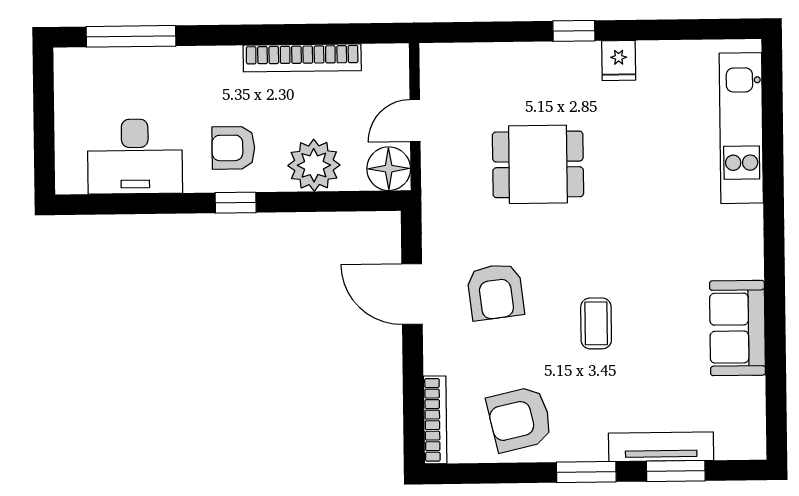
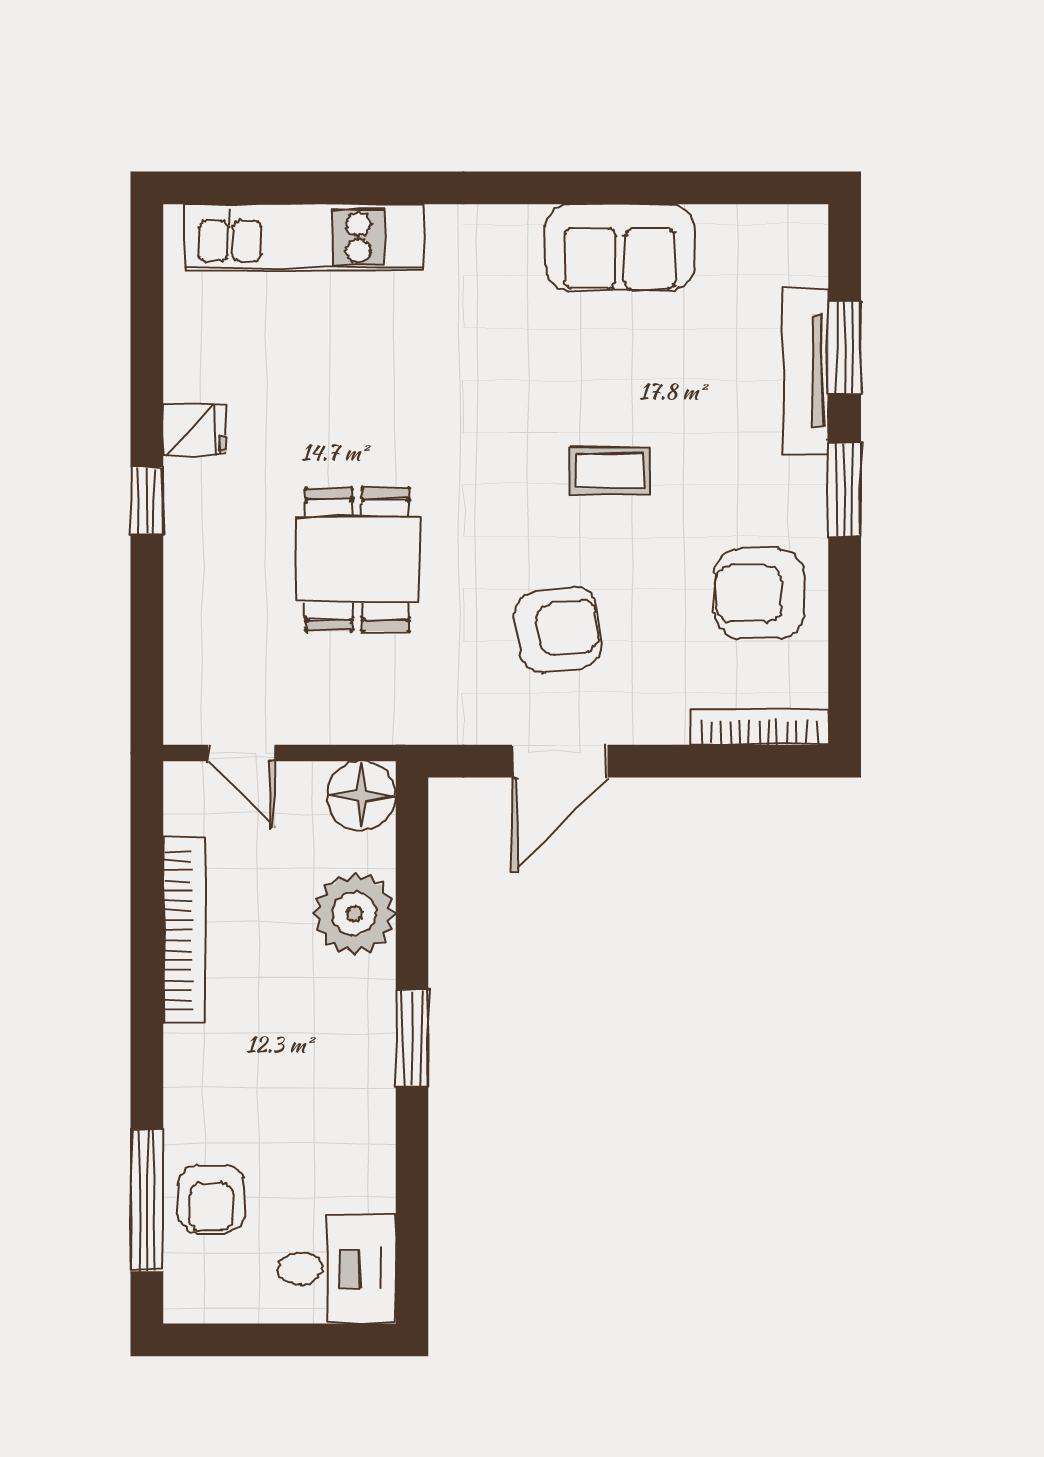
door: (415, 120) -> (241, 753), moved
armchair: (233, 148) -> (211, 1199), moved
desk: (135, 156) -> (337, 1269), moved, width x0.73
window: (236, 203) -> (412, 1038), width x1.50
armchair: (520, 419) -> (759, 593), turned 103

